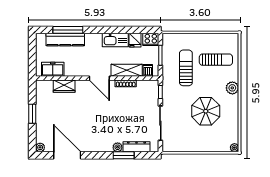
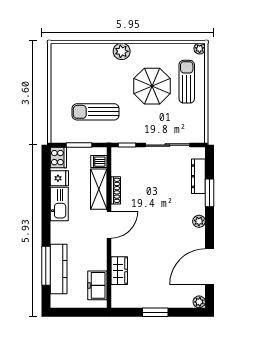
sun lounger: (216, 60) -> (187, 82), moved
plant: (118, 147) -> (199, 221), moved

